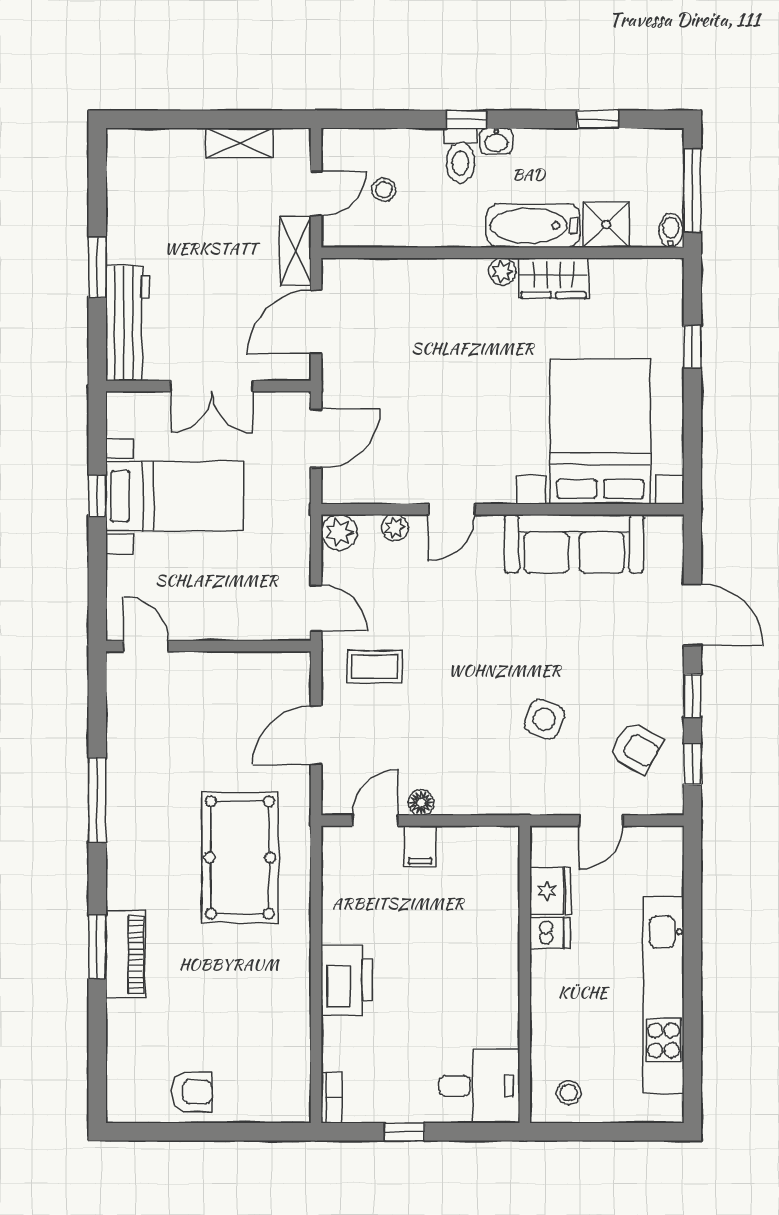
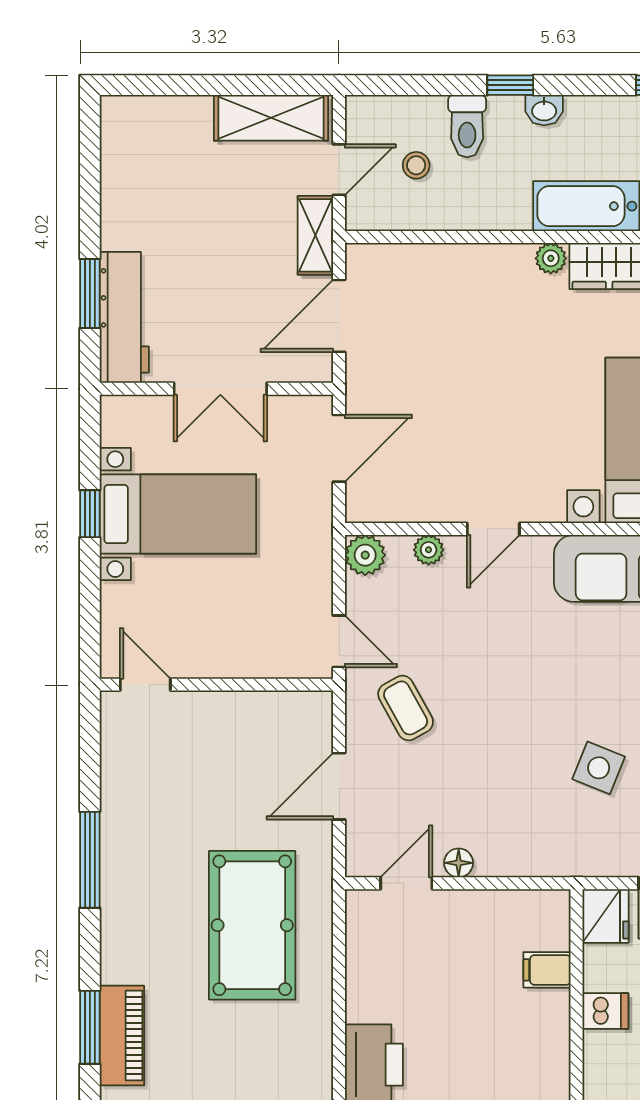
shelving: (240, 143) -> (271, 118), width x1.50, depth x1.33
toilet: (460, 155) -> (467, 126), moved
window: (97, 267) -> (90, 293), moved
coffee table: (375, 667) -> (406, 708), turned 61
filing cabinet: (420, 846) -> (547, 970), moved, turned 90
fridge: (550, 891) -> (605, 916), moved

